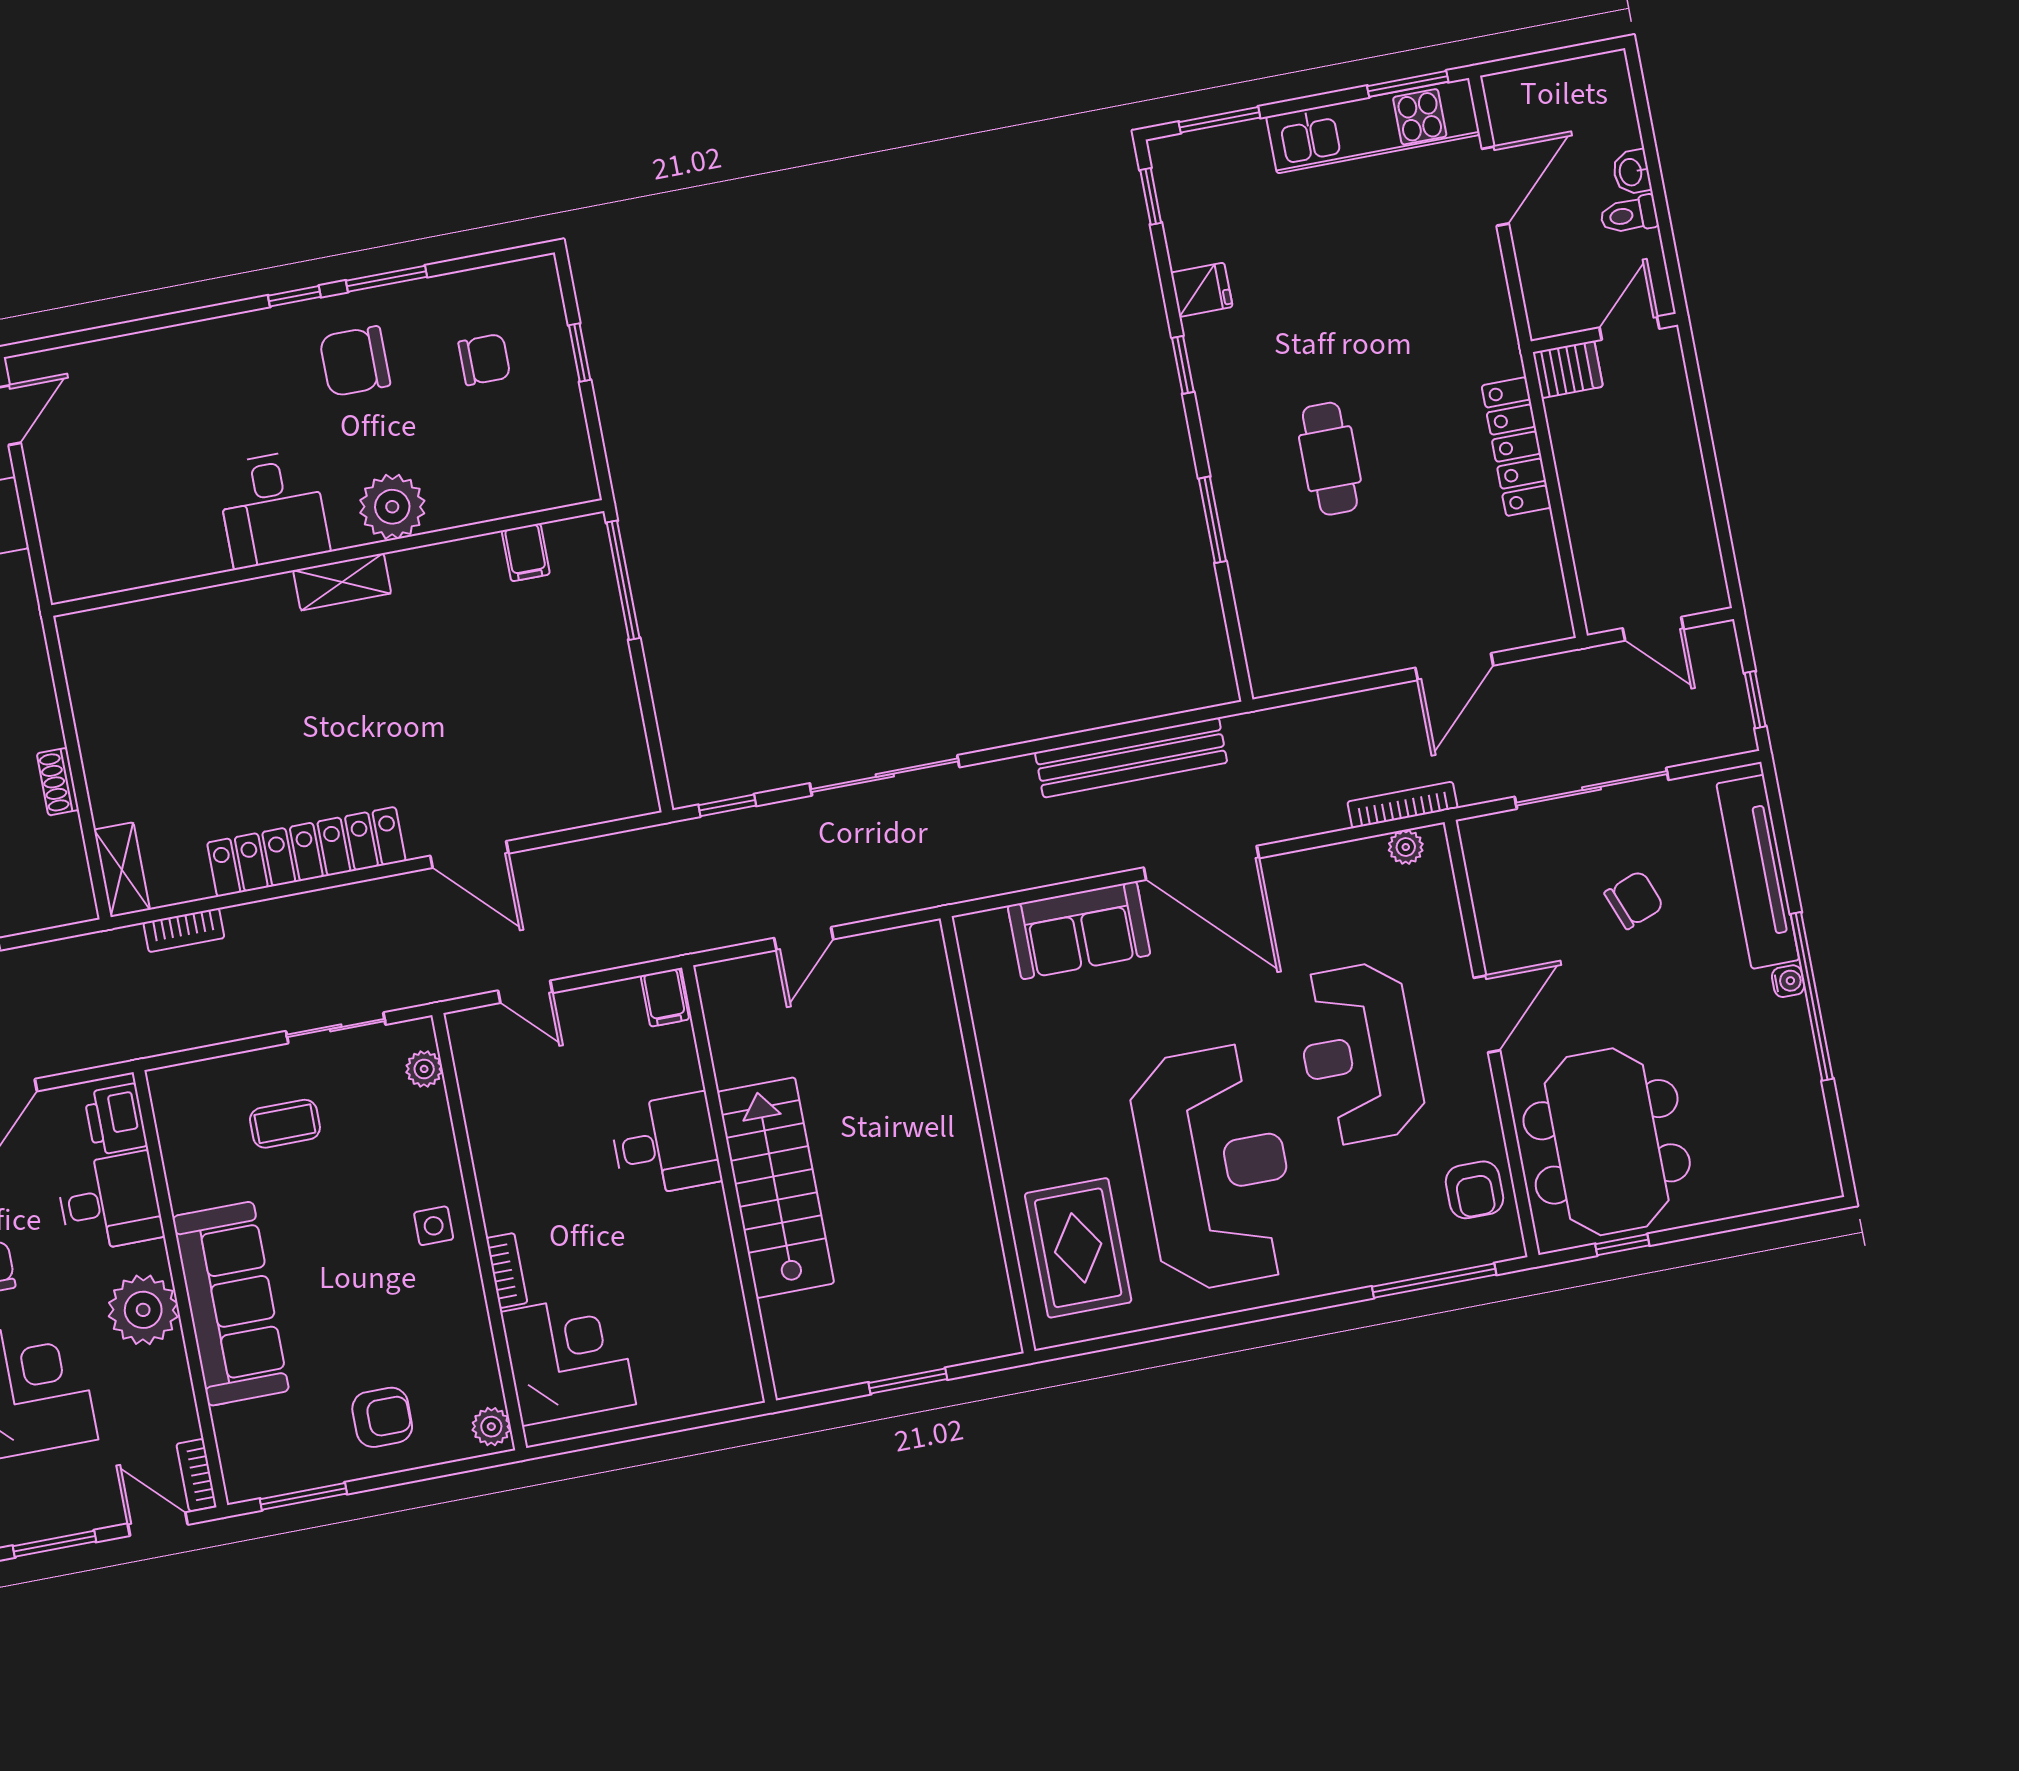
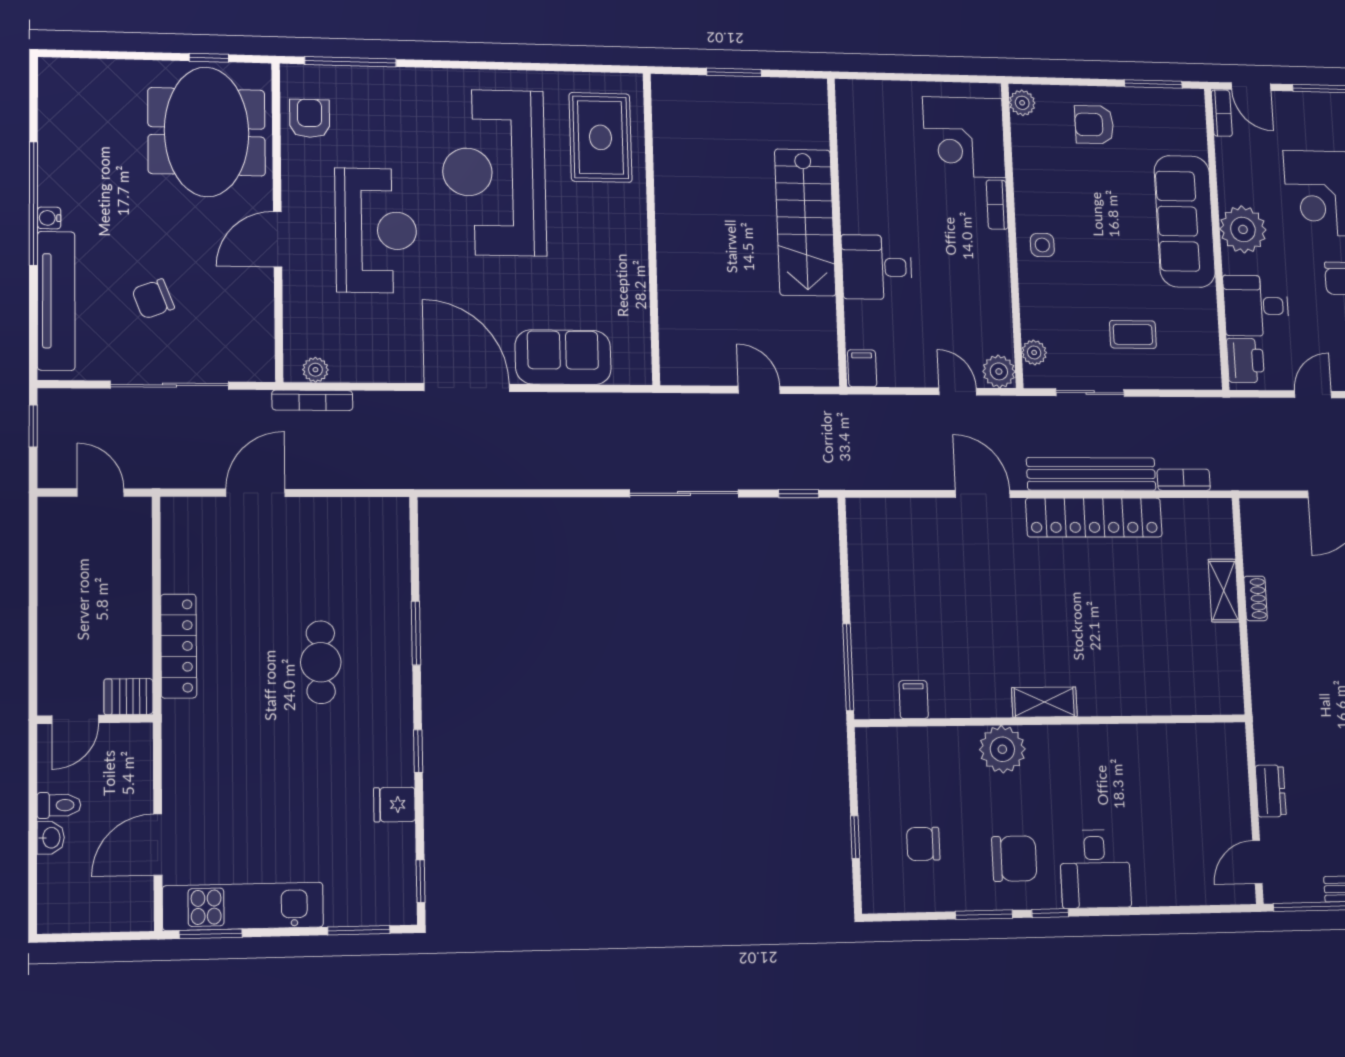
desk: (273, 509) -> (1095, 869), moved, turned 180
bench: (1131, 758) -> (1091, 474), moved
shelving: (122, 870) -> (1224, 591), moved
door: (804, 939) -> (759, 390), hinge flipped
plant: (471, 1032) -> (999, 371), added

